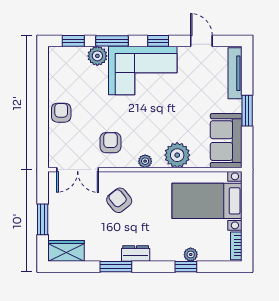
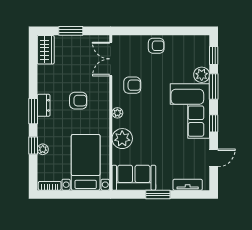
tv unit: (235, 73) -> (188, 185), width x0.71
armchair: (119, 200) -> (78, 101), moved, turned 39
window: (116, 267) -> (33, 111), moved

